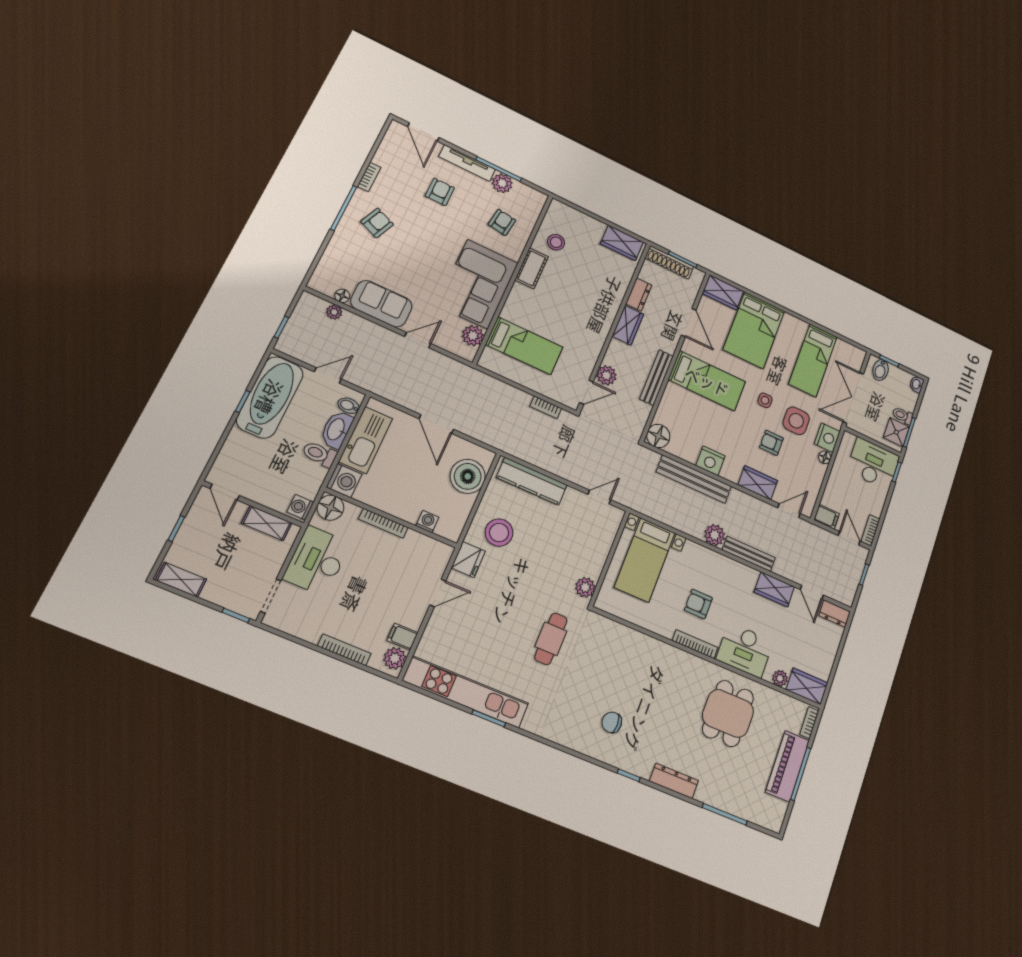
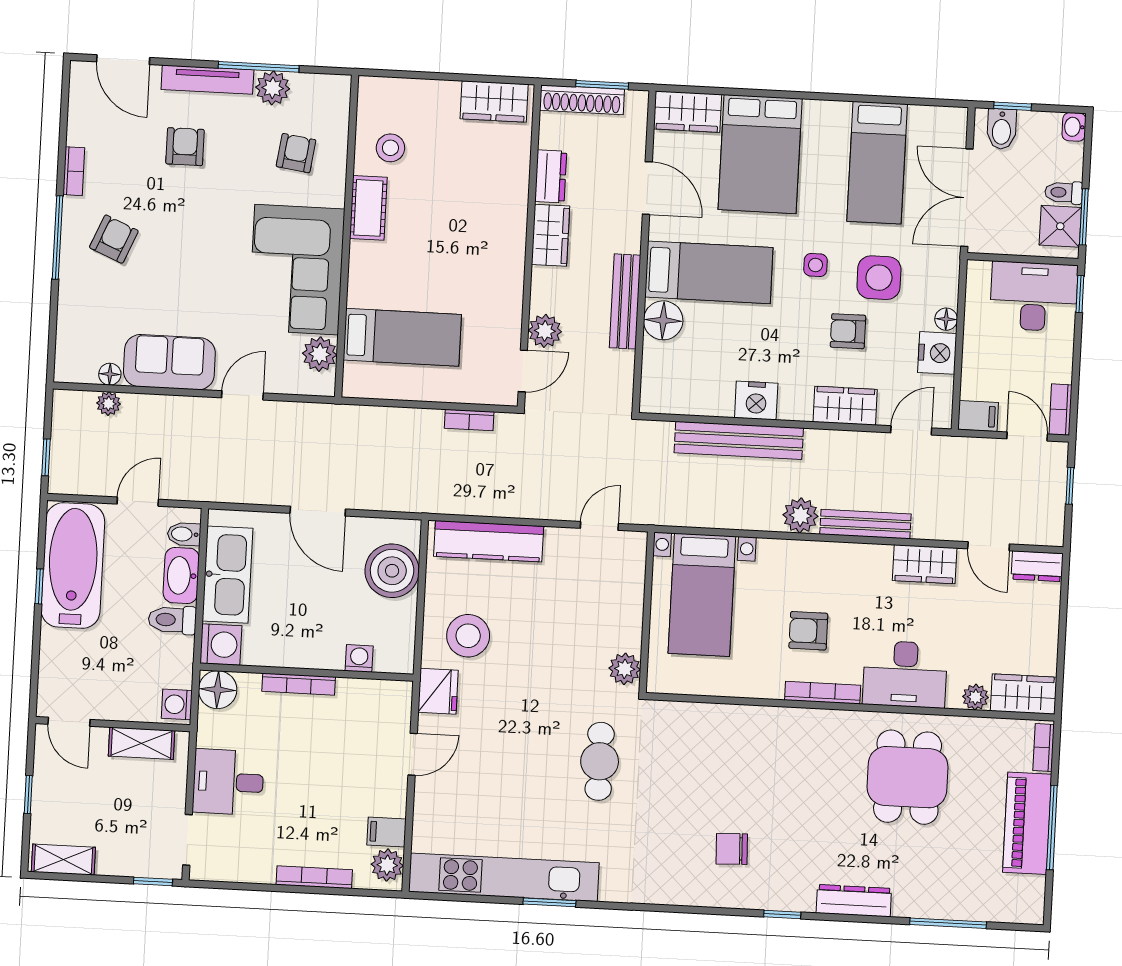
floor lamp: (658, 436) -> (663, 320), moved
nightstand: (827, 438) -> (937, 353), moved
desk: (317, 561) -> (228, 782), width x0.73

